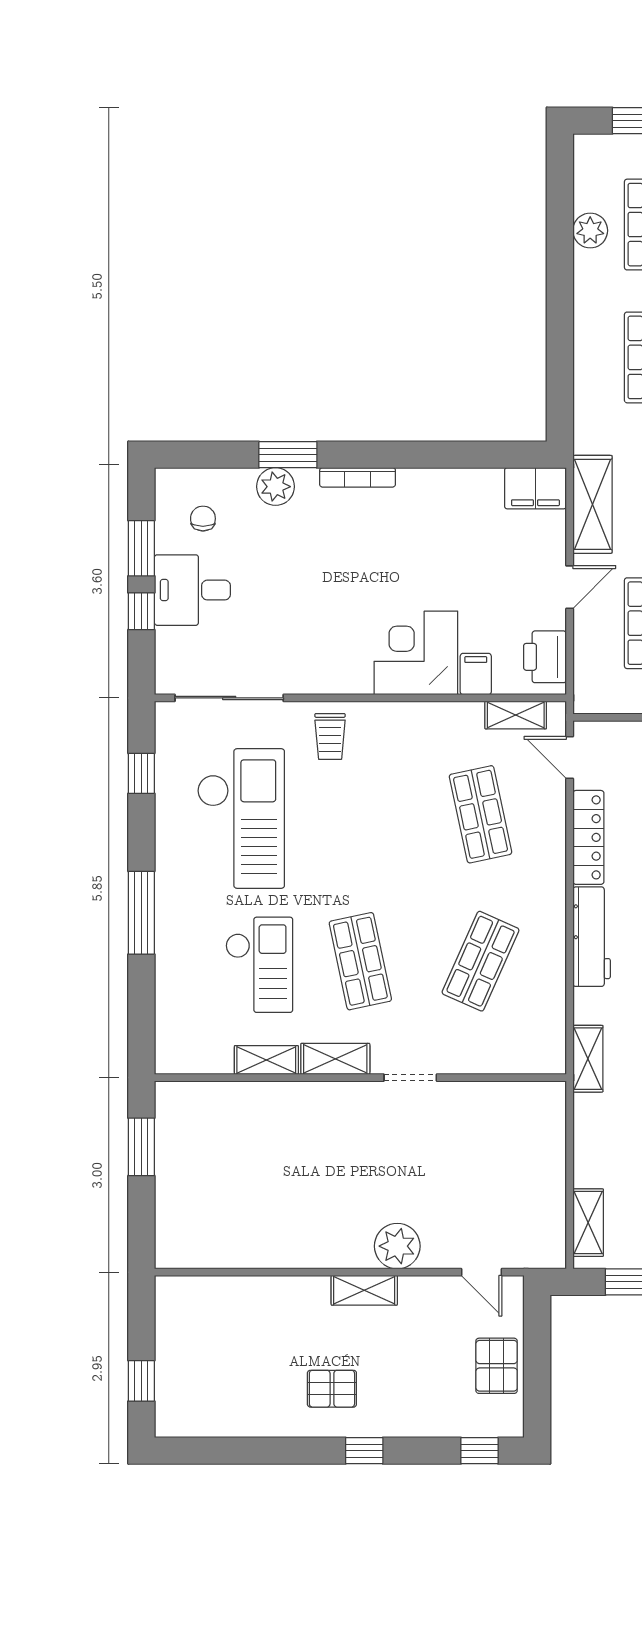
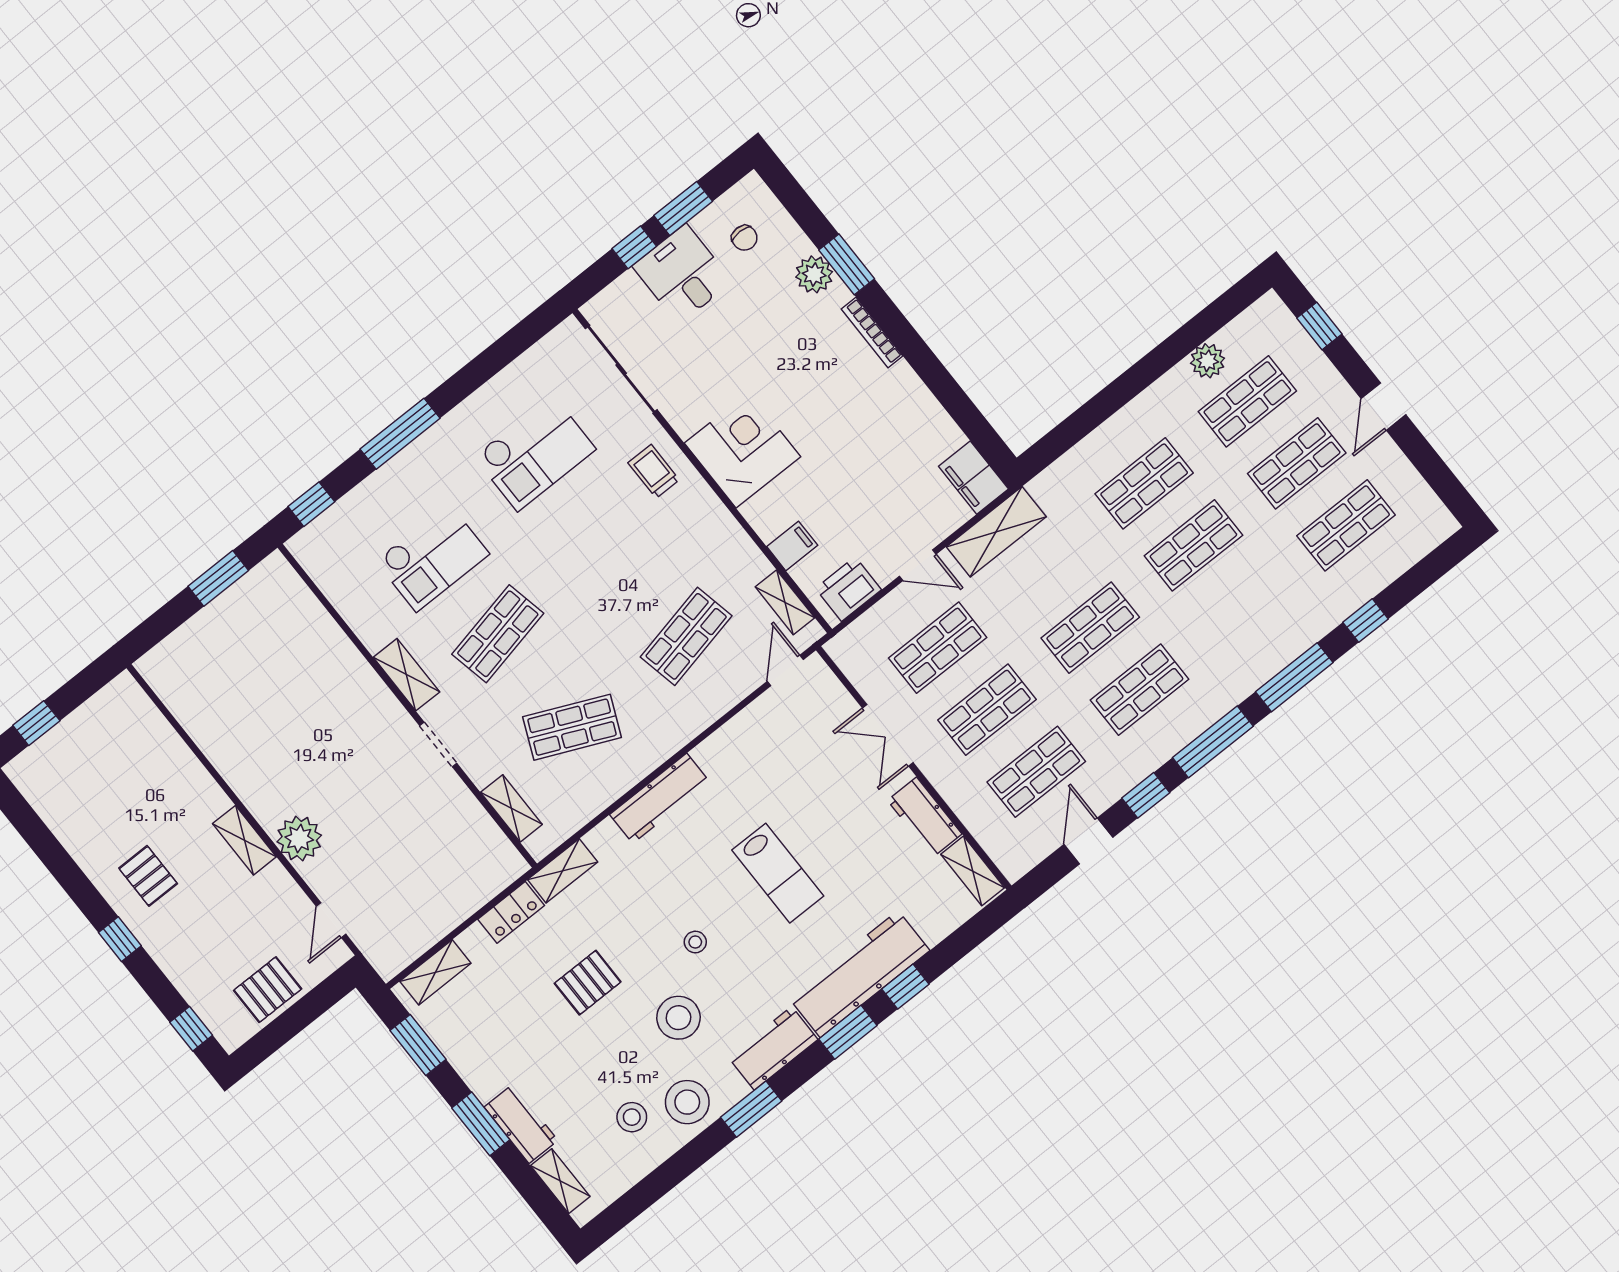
chair: (203, 519) -> (744, 238), turned 90
corner desk: (416, 653) -> (743, 450), moved
trolley: (330, 736) -> (654, 471), turned 90
window: (141, 773) -> (311, 504), moved
checkout: (241, 819) -> (535, 453), width x0.73, depth x0.83
locker: (588, 837) -> (511, 912), moved, width x0.66
shelving: (266, 1060) -> (511, 808), moved

